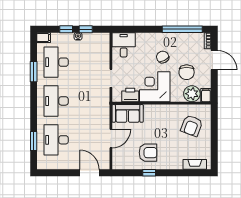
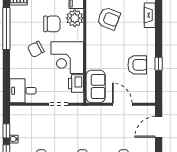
armchair: (148, 153) -> (137, 65), turned 90

